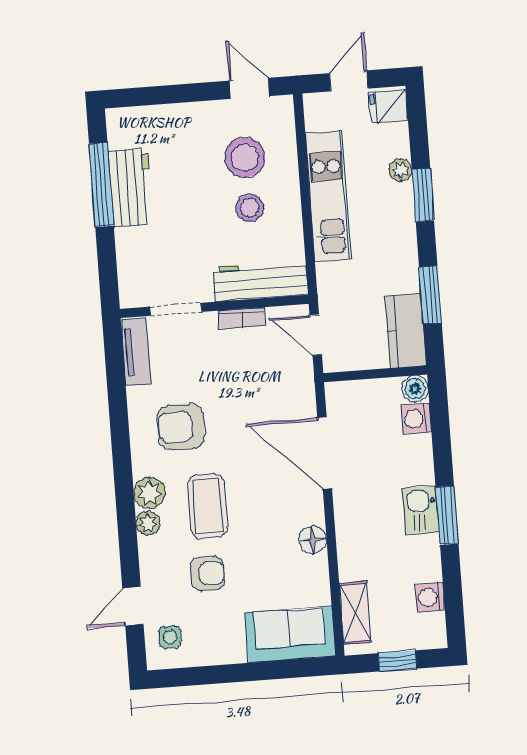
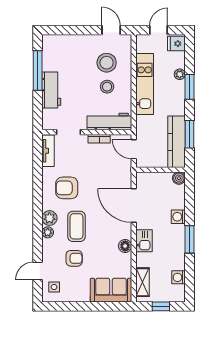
workbench: (130, 187) -> (51, 90), moved
kitchen counter: (406, 331) -> (177, 142), width x1.50
washing machine: (416, 419) -> (178, 217), moved
kitchen sink: (420, 510) -> (144, 241), moved, turned 180

